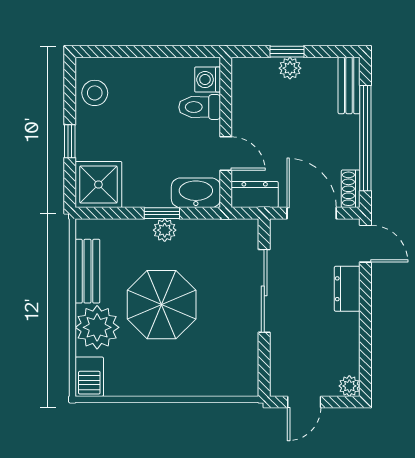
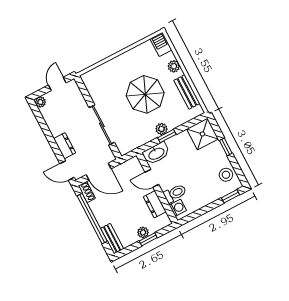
window: (106, 52) -> (231, 196), added
dresser: (255, 195) -> (155, 204), moved, turned 90
plant: (97, 327) -> (174, 66), width x0.53, depth x0.53

